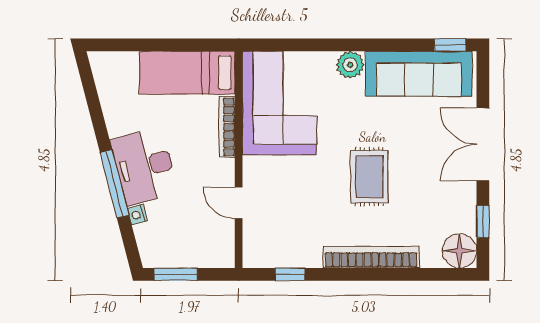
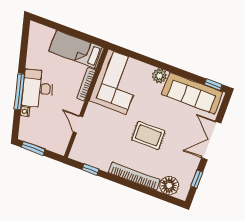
rug: (369, 177) -> (148, 135), turned 90
floor lamp: (459, 251) -> (169, 185), moved

